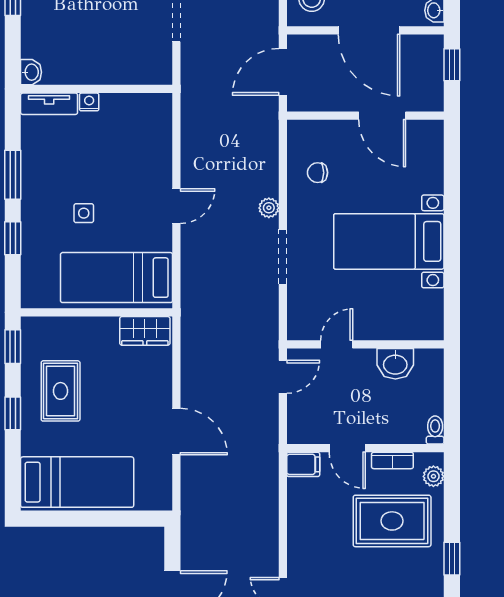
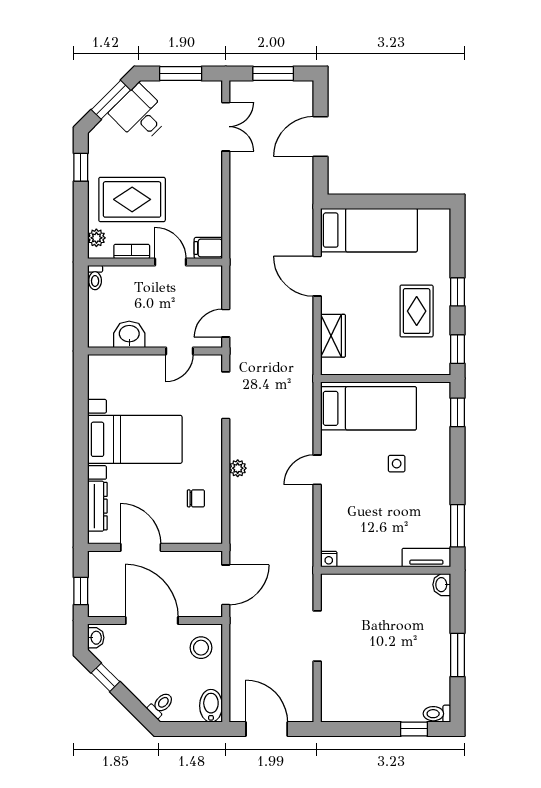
nightstand: (89, 102) -> (329, 559), moved
dresser: (432, 164) -> (97, 506), added
window: (13, 175) -> (458, 526), moved
window: (13, 238) -> (458, 412), moved
doorway: (283, 257) -> (226, 395), moved
wardrobe: (145, 331) -> (333, 336), moved, turned 90
bed: (77, 482) -> (369, 230), moved, turned 180

